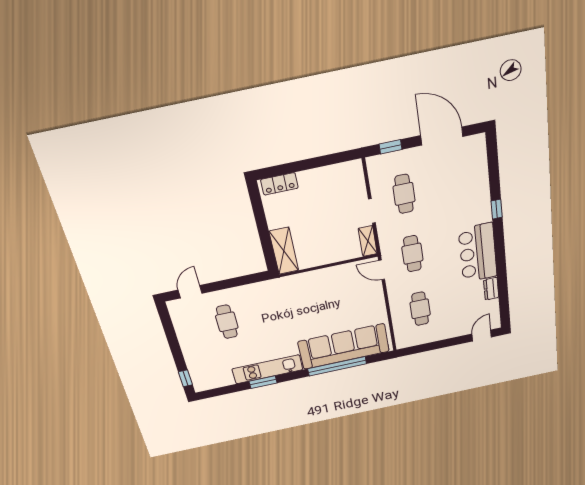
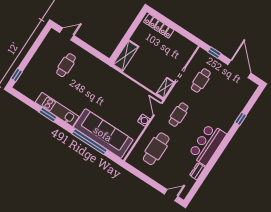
locker: (279, 184) -> (159, 26), width x1.53
window: (497, 209) -> (241, 119), moved
water cooler: (377, 295) -> (144, 120), added
cafe table: (420, 309) -> (156, 149), width x1.37, depth x1.35

